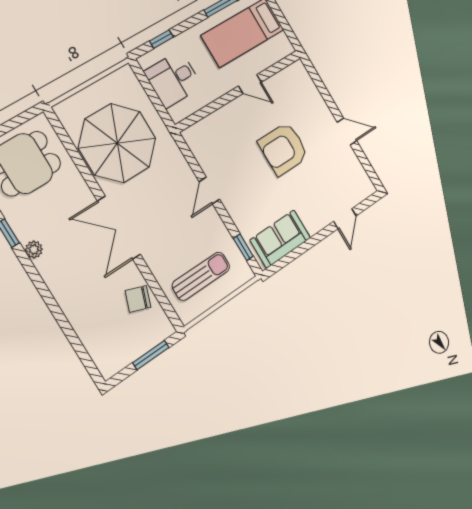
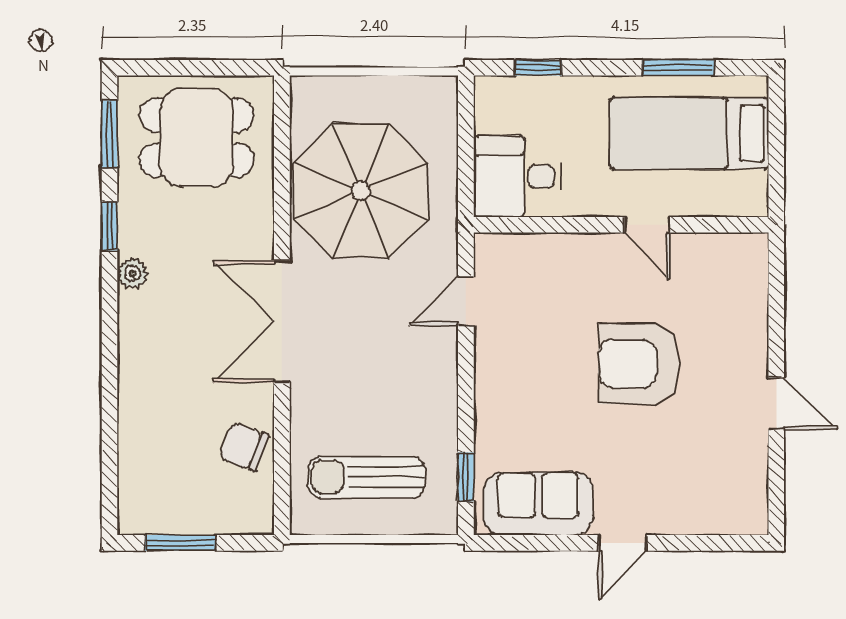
desk: (173, 79) -> (517, 176), moved
door: (209, 191) -> (466, 301), moved
door: (345, 219) -> (623, 543), moved
sun lounger: (201, 276) -> (366, 477), turned 180
window: (151, 355) -> (180, 543), moved

